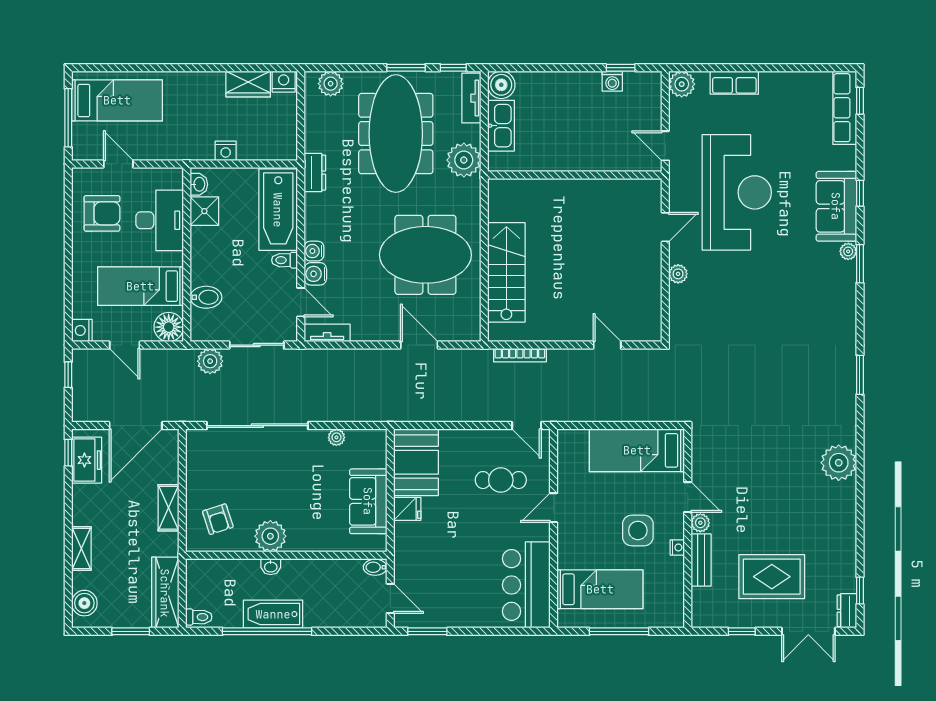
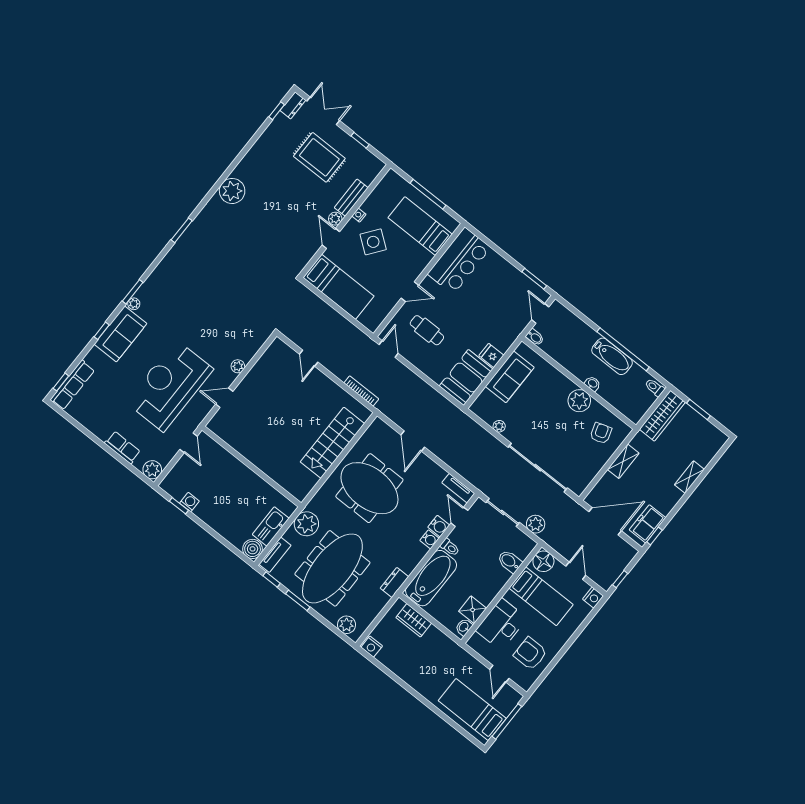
wardrobe: (248, 84) -> (414, 620), moved, turned 180
nightstand: (226, 151) -> (434, 634), removed
side table: (638, 530) -> (373, 242), turned 37
boiler: (84, 603) -> (712, 446), removed

